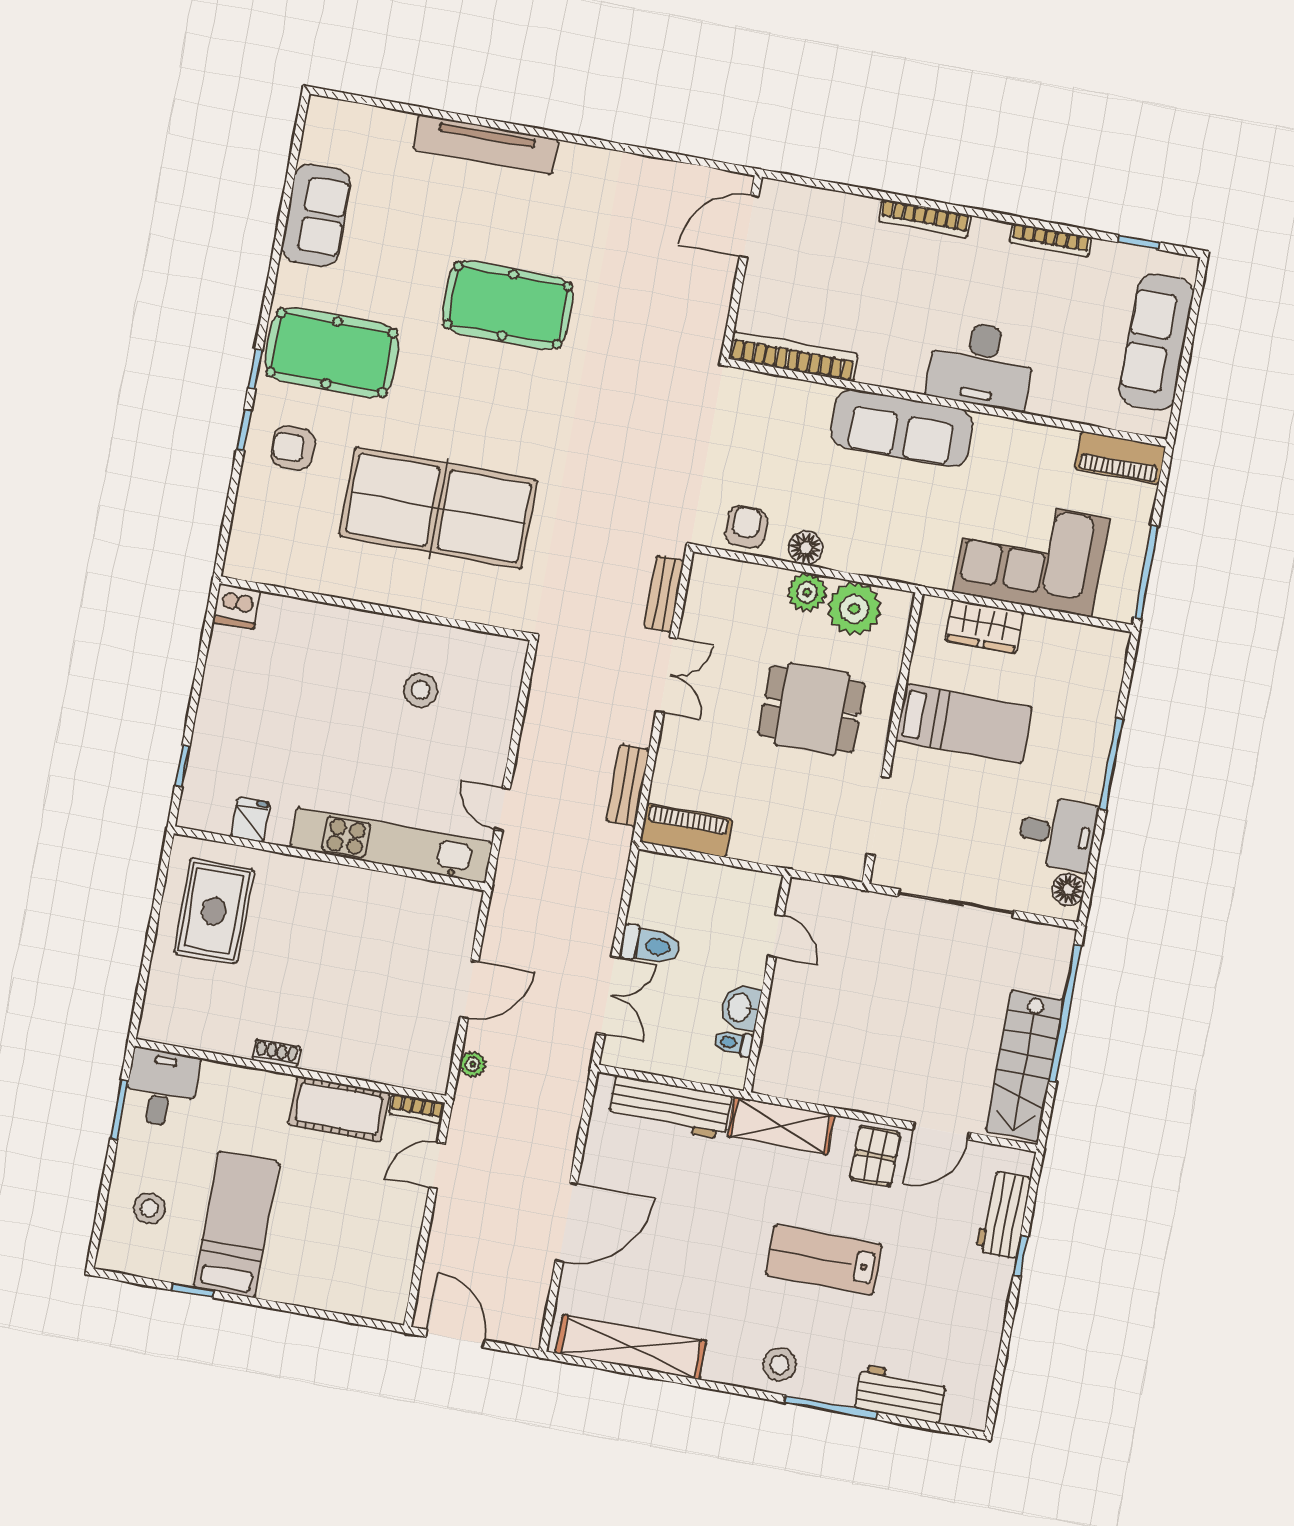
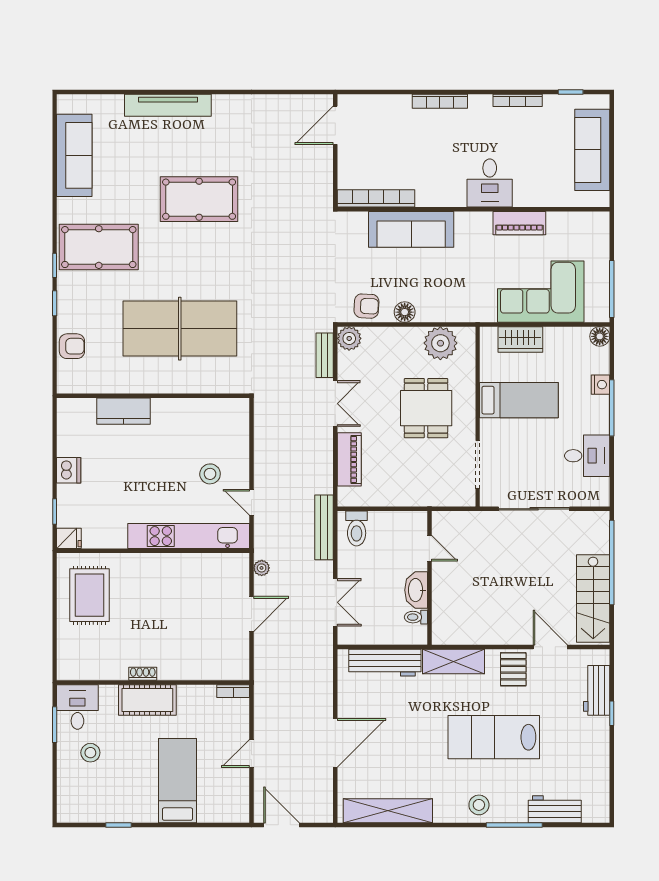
sofa: (316, 215) -> (74, 155), width x1.36
desk: (981, 365) -> (490, 183), width x0.73
sofa: (902, 428) -> (411, 229), moved
armchair: (293, 448) -> (72, 346), moved, turned 180
piano: (1120, 457) -> (519, 223), moved
armchair: (746, 527) -> (366, 306), turned 93
plant: (807, 592) -> (349, 338), moved
dishwasher: (237, 606) -> (69, 470), moved, turned -90
kitchen counter: (323, 624) -> (124, 411), added
stool: (421, 690) -> (210, 474), moved
dining table: (812, 709) -> (426, 408), turned 90
nightstand: (1100, 723) -> (601, 385), added
bench: (628, 785) -> (324, 527), moved, width x1.36
fridge: (251, 820) -> (69, 538), moved, turned 90
piano: (686, 830) -> (349, 459), moved, turned 90
floor lamp: (1068, 889) -> (600, 336), moved
toilet: (650, 945) -> (357, 528), moved, turned 90
washbasin: (740, 1008) -> (416, 590), width x1.38
plant: (473, 1064) -> (262, 568), moved
cot: (339, 1109) -> (147, 700), moved
door: (941, 1131) -> (550, 647), swing flipped
door: (437, 1166) -> (251, 753), moved
stool: (149, 1208) -> (90, 753), moved
bed: (236, 1224) -> (178, 781), moved
lab bench: (824, 1260) -> (494, 737), width x1.36, depth x1.39

